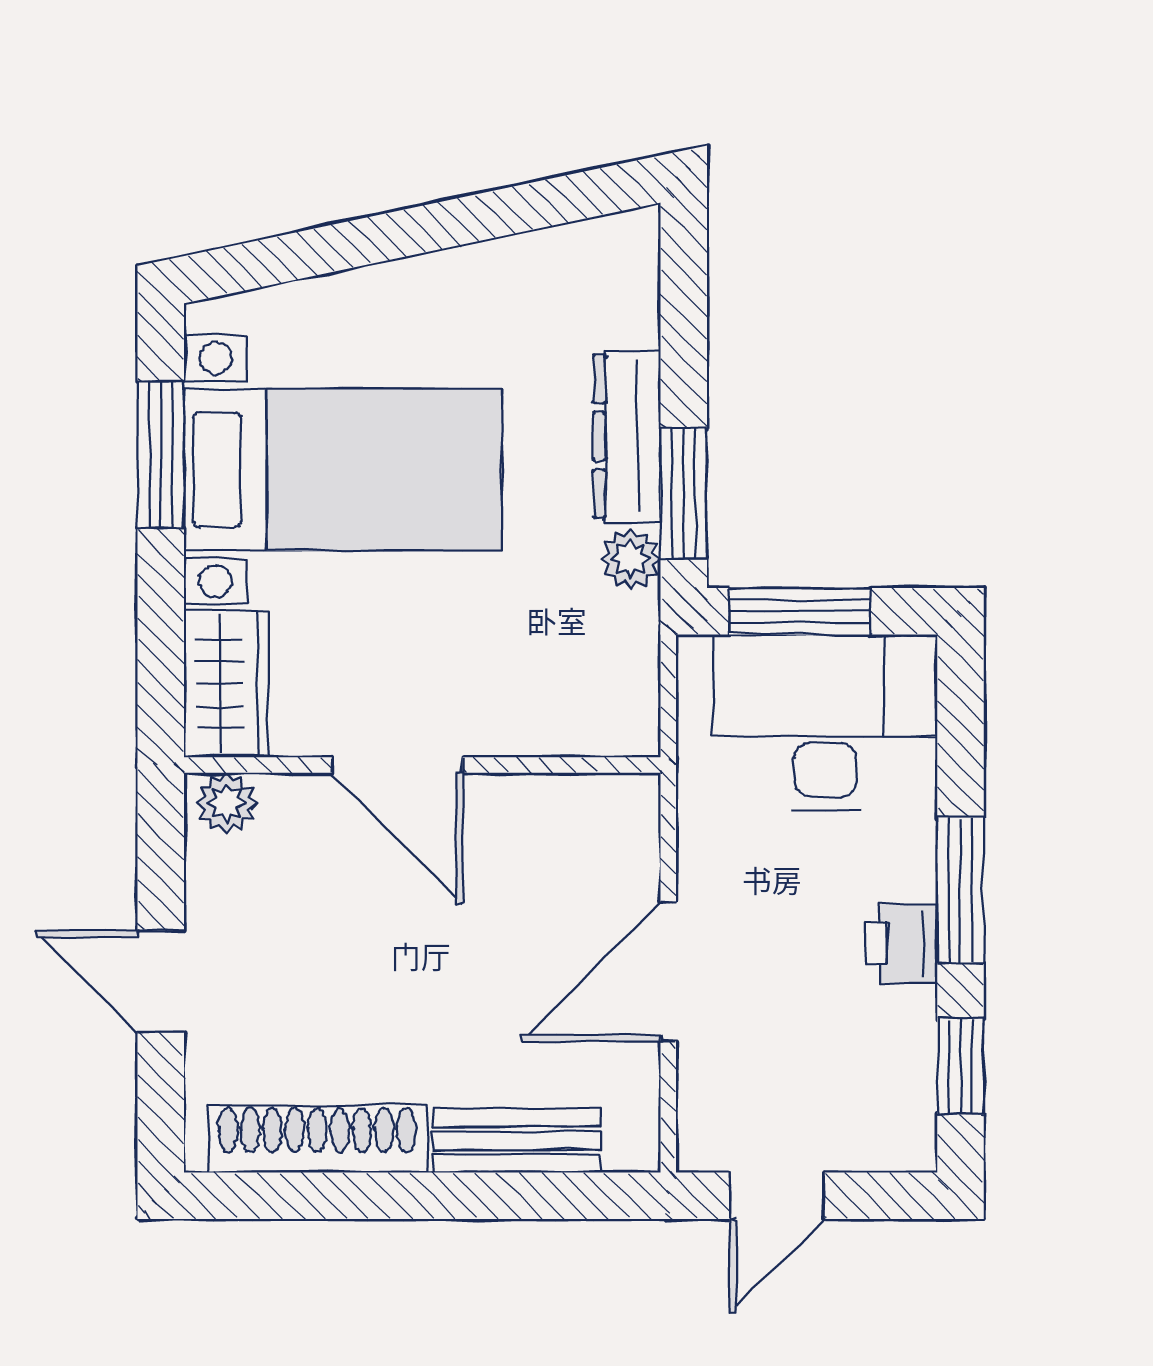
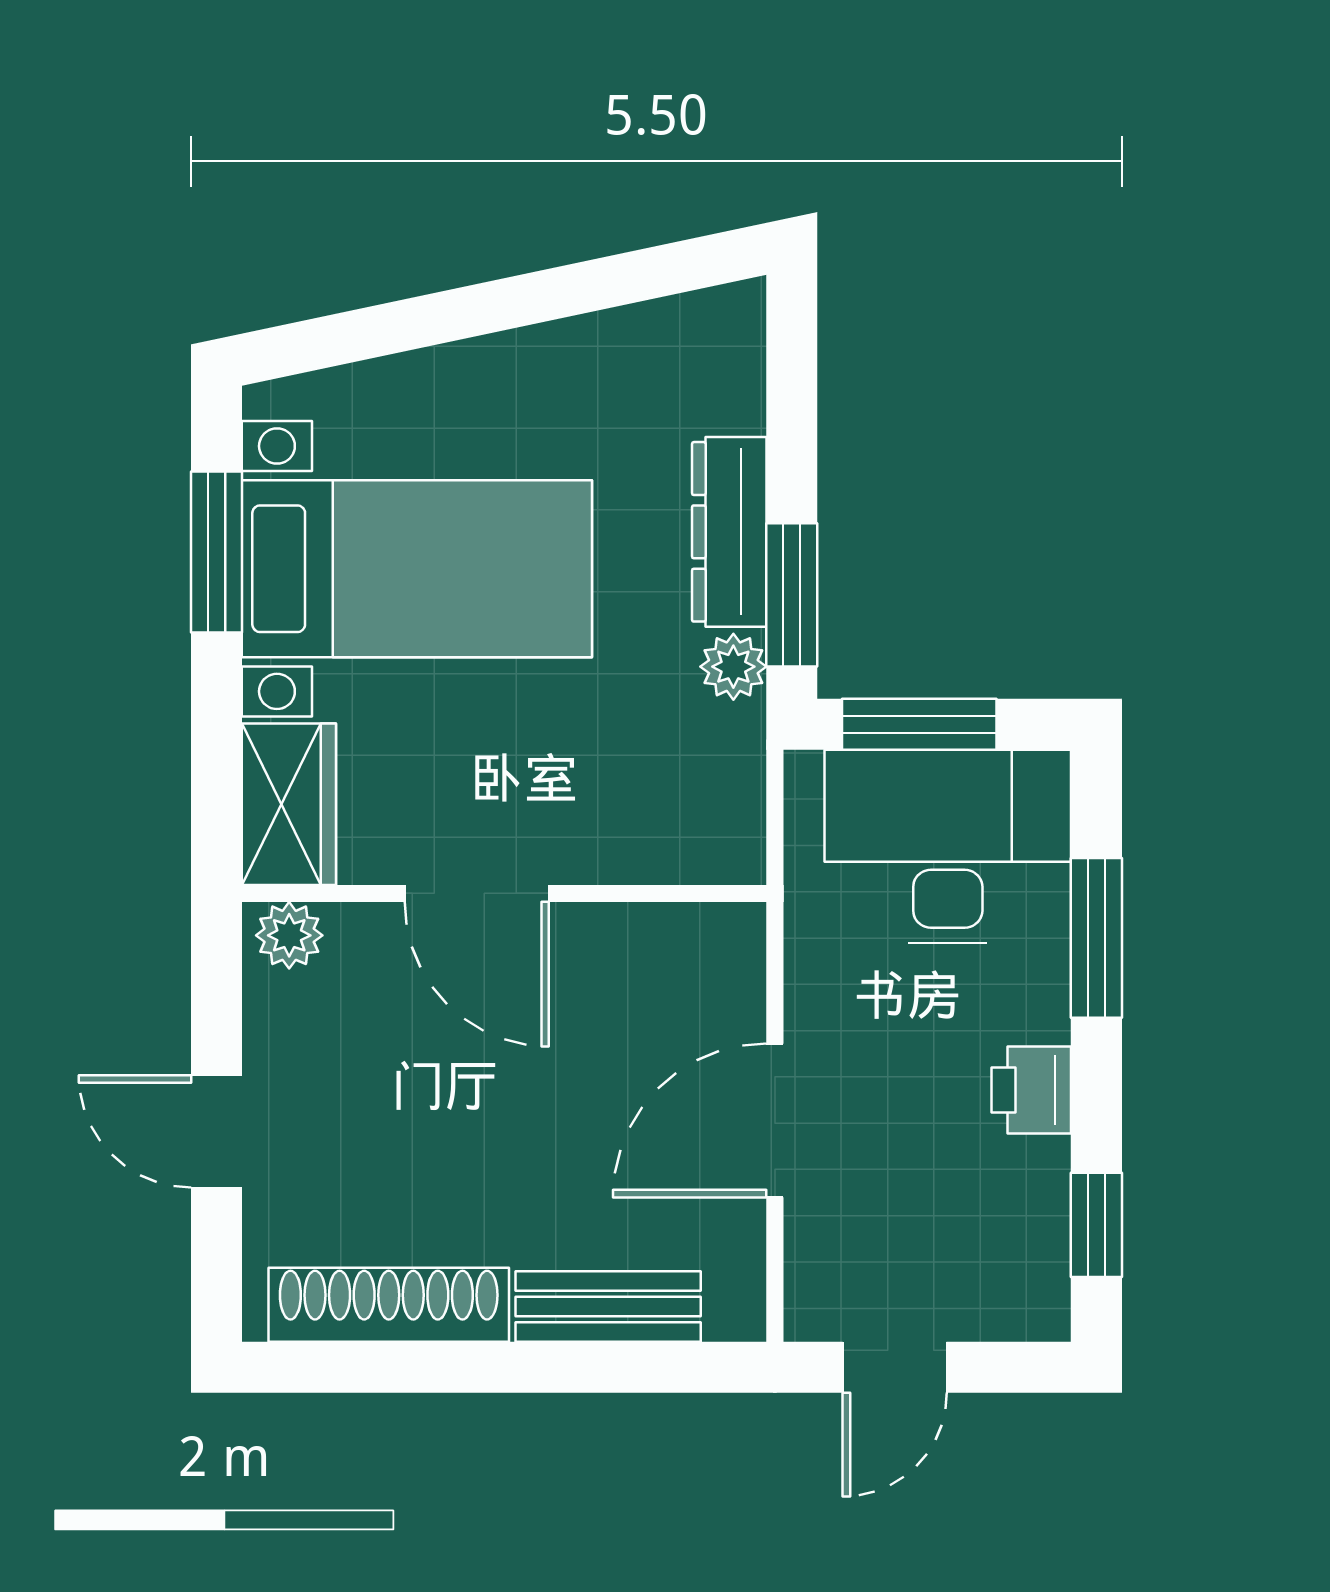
window: (961, 890) -> (1096, 938), moved

